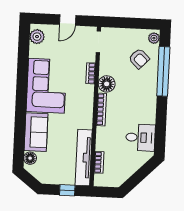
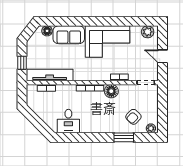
window: (163, 71) -> (124, 137), width x0.47

